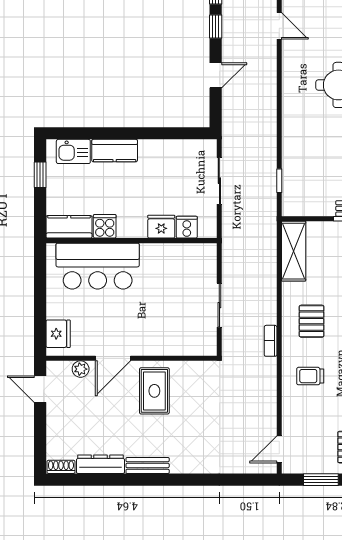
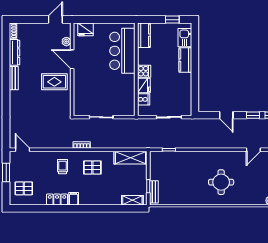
cooker: (105, 226) -> (144, 71), moved

